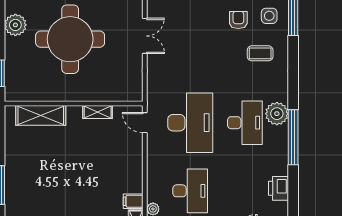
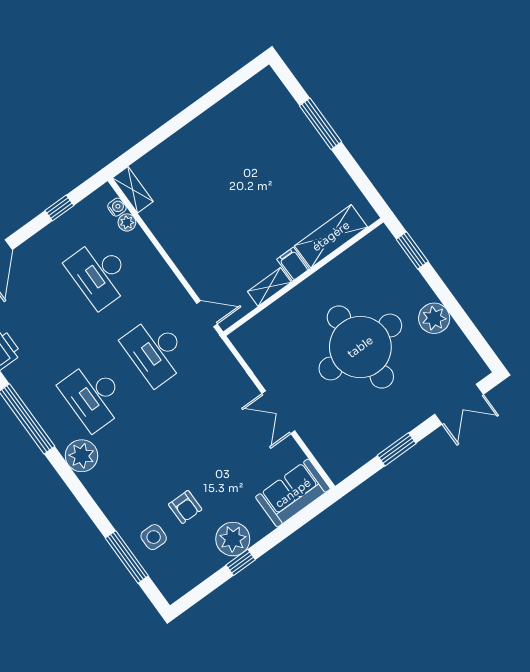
coffee table: (260, 53) -> (133, 487), removed
plant: (277, 114) -> (82, 456), moved
desk: (190, 123) -> (156, 351), width x0.73, depth x0.77
filing cabinet: (133, 201) -> (293, 264), moved, turned -90

